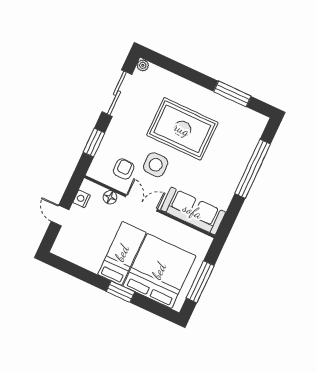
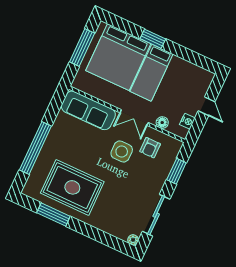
rug: (182, 129) -> (72, 187), moved

